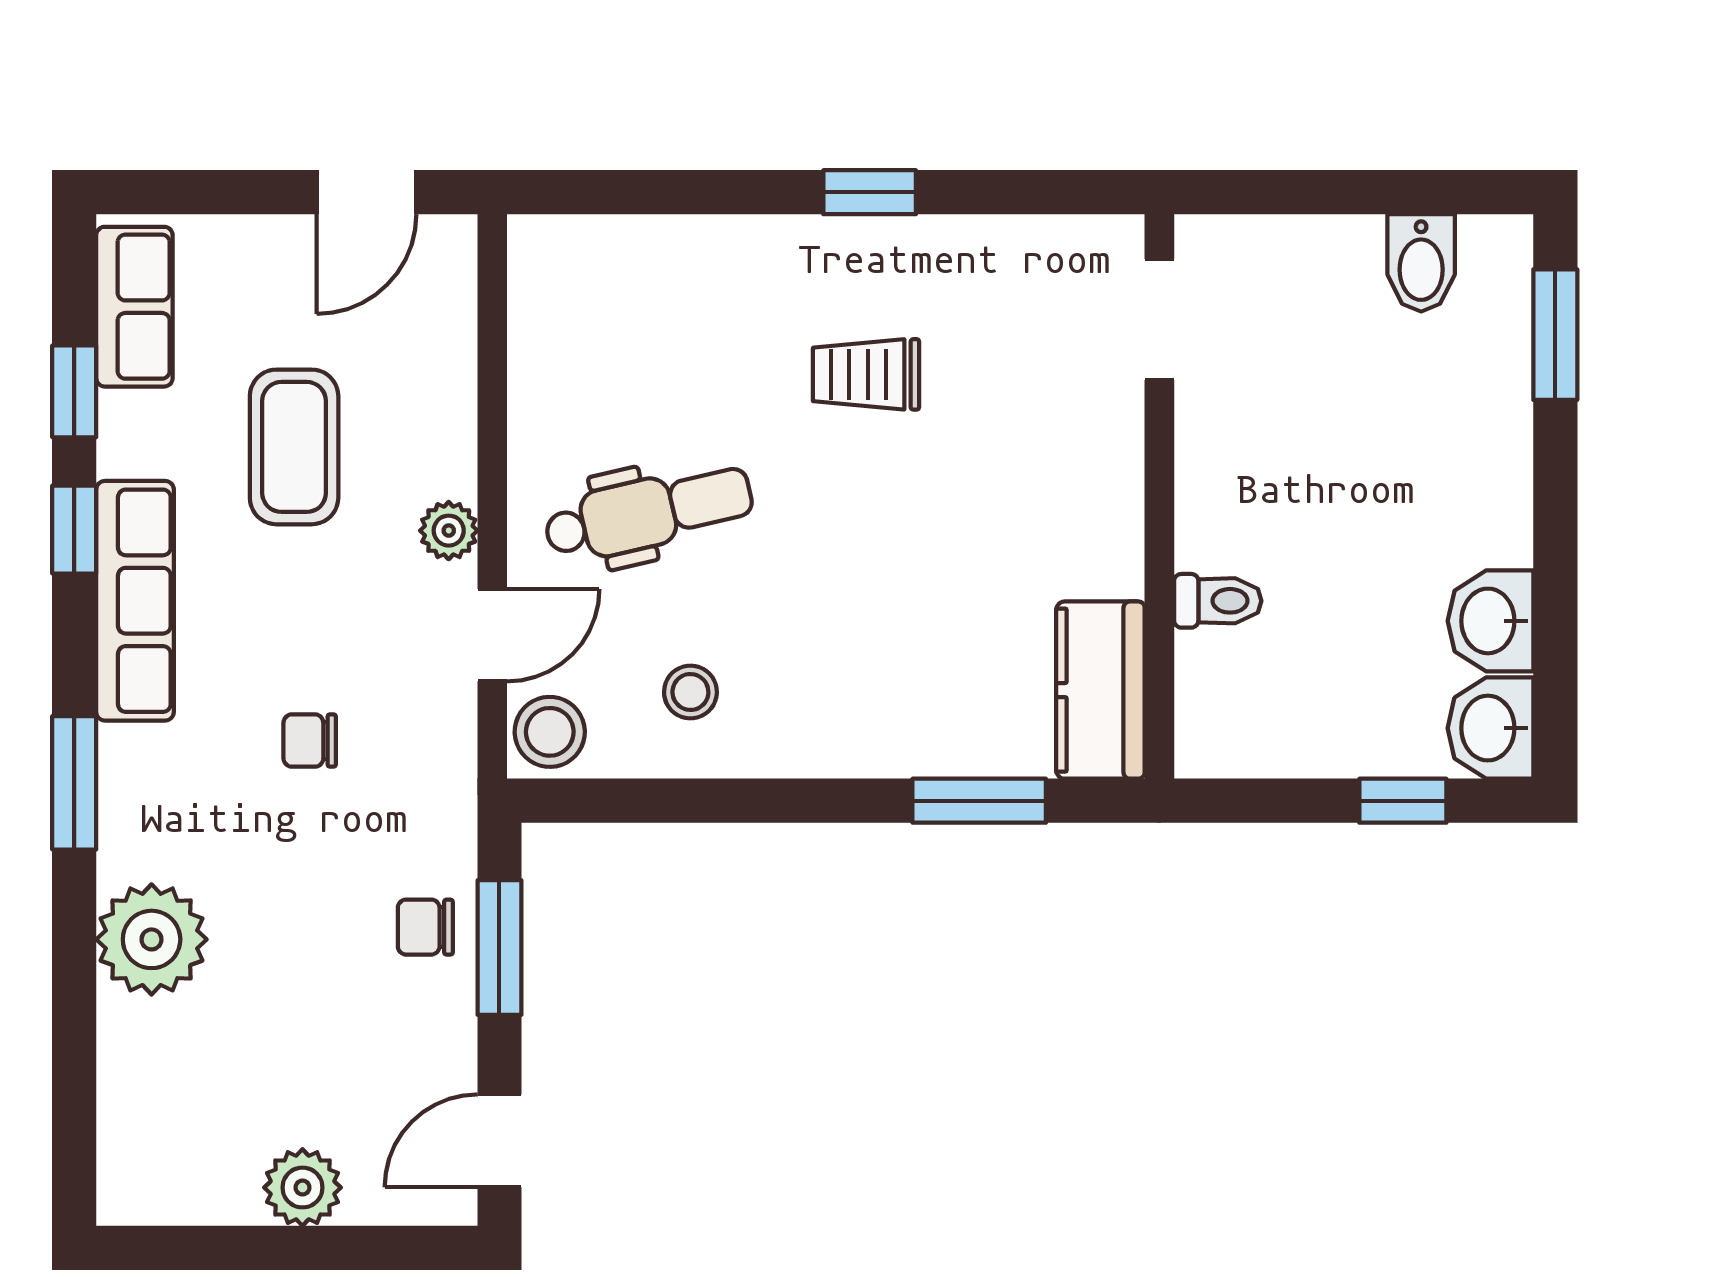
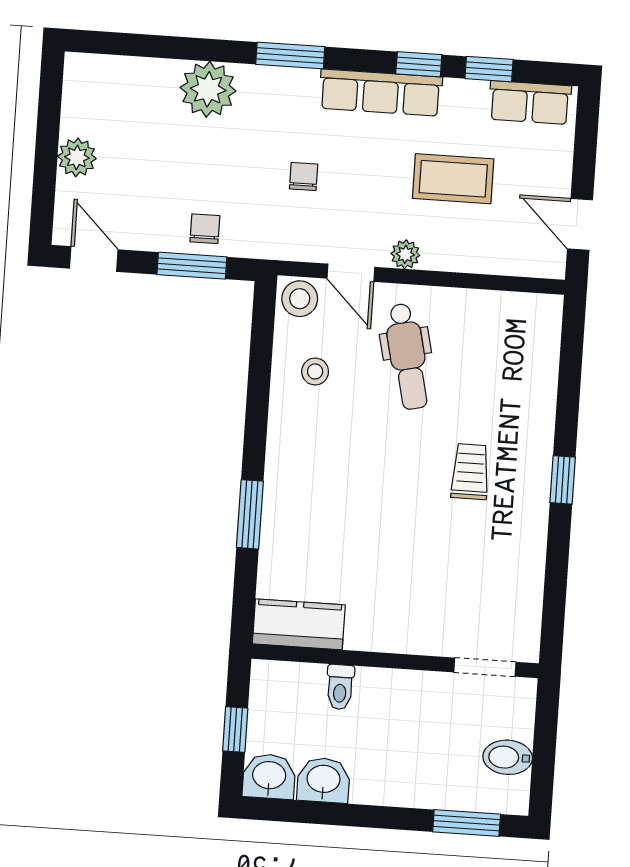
doorway: (1159, 320) -> (485, 667), moved
wall: (1159, 496) -> (395, 661), moved
toilet: (1218, 601) -> (340, 687), moved
kitchen counter: (1100, 690) -> (299, 624), moved

